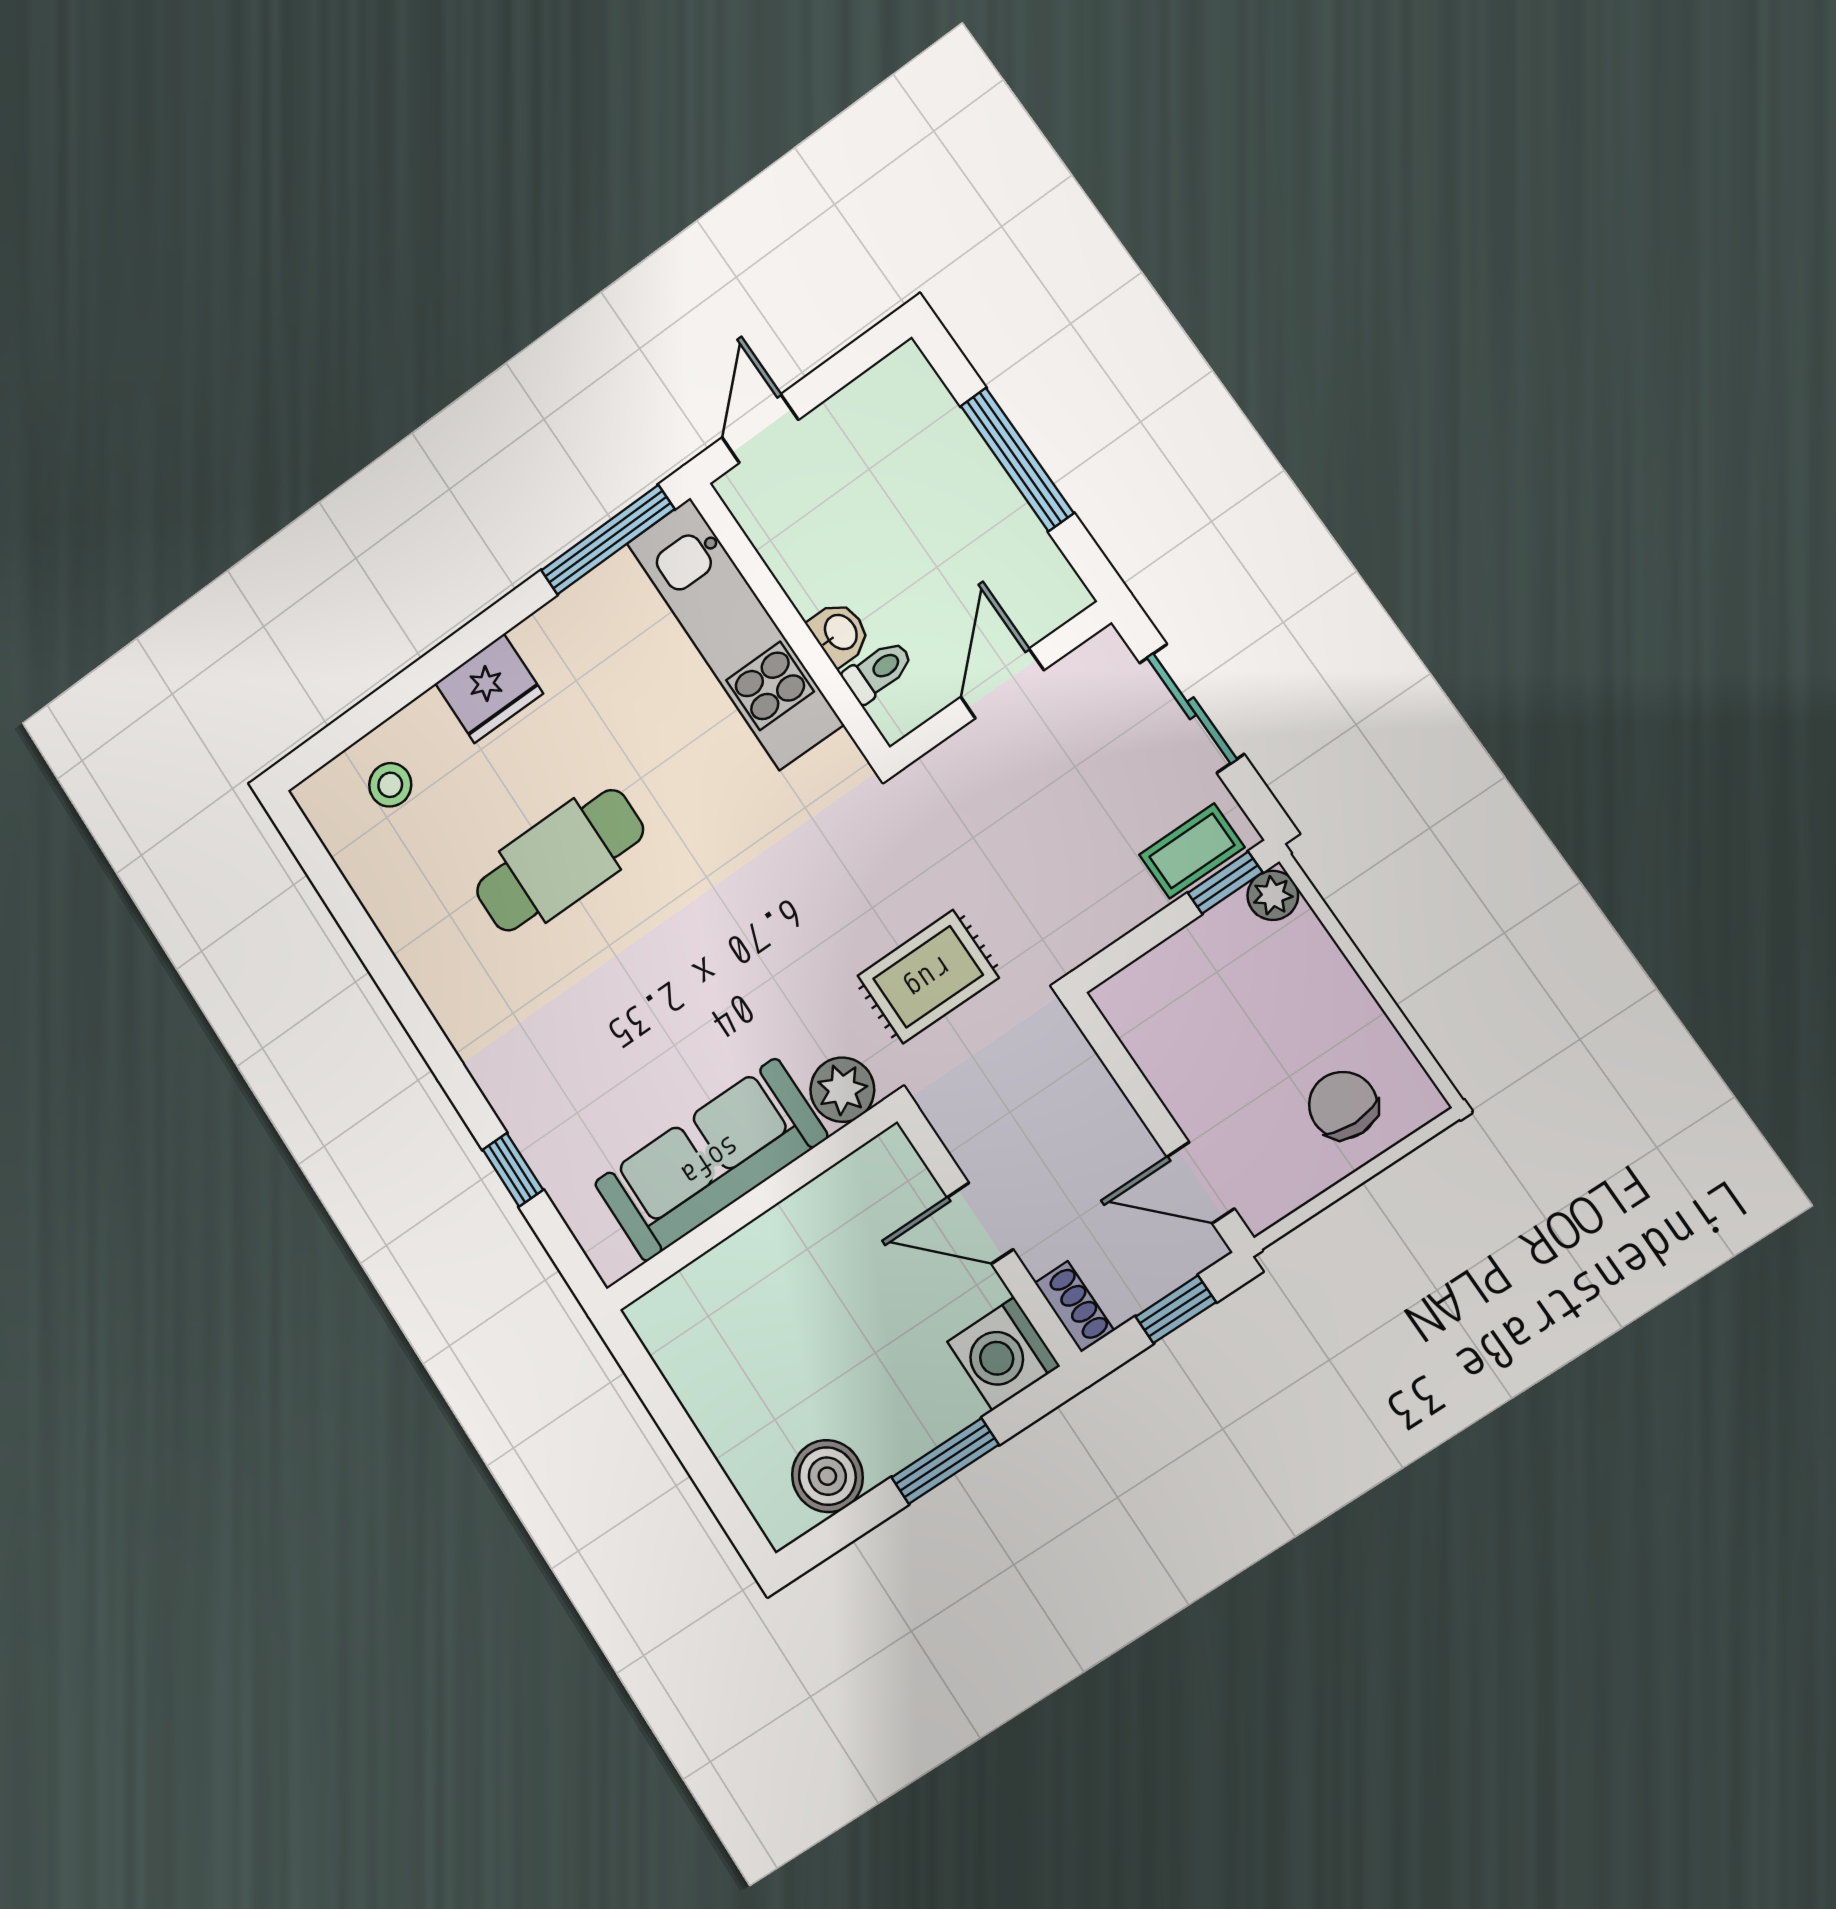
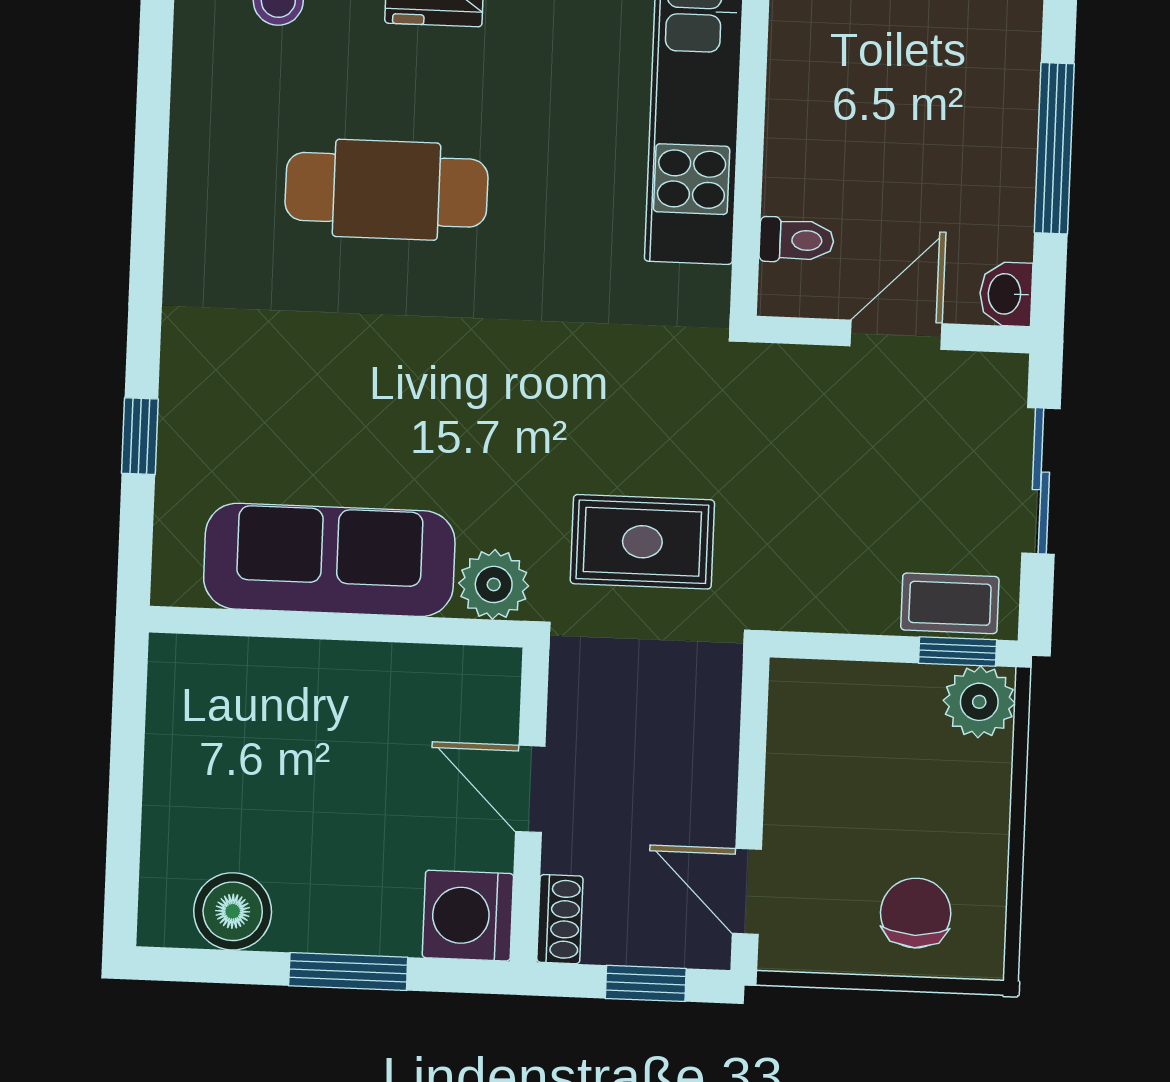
washbasin: (840, 633) -> (1006, 294), moved, turned 180
plant: (1273, 895) -> (979, 702), width x1.38, depth x1.38

